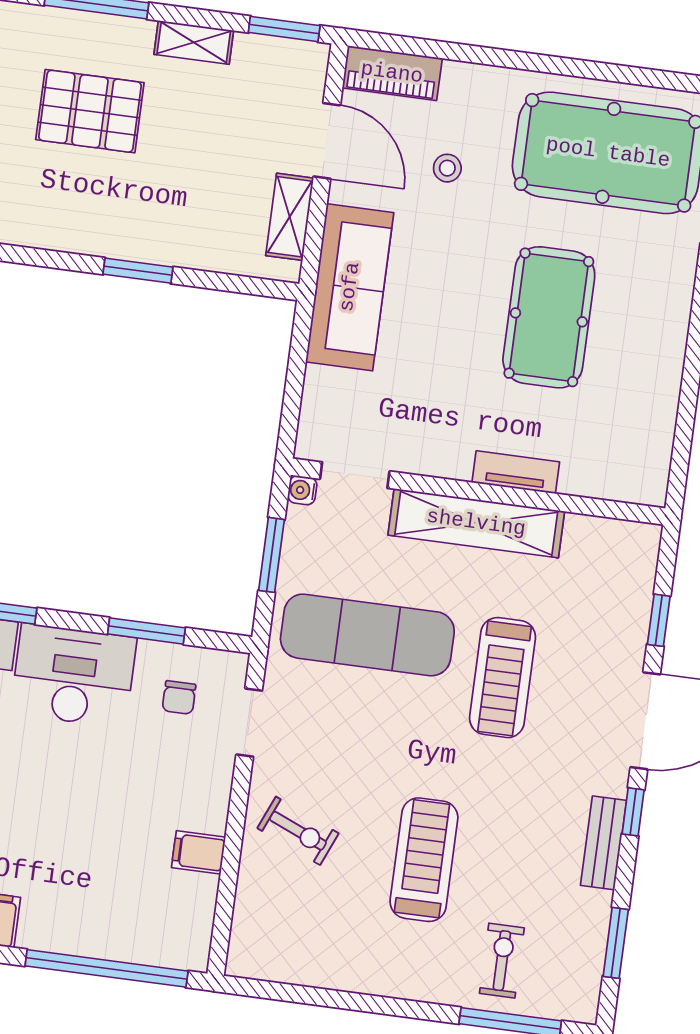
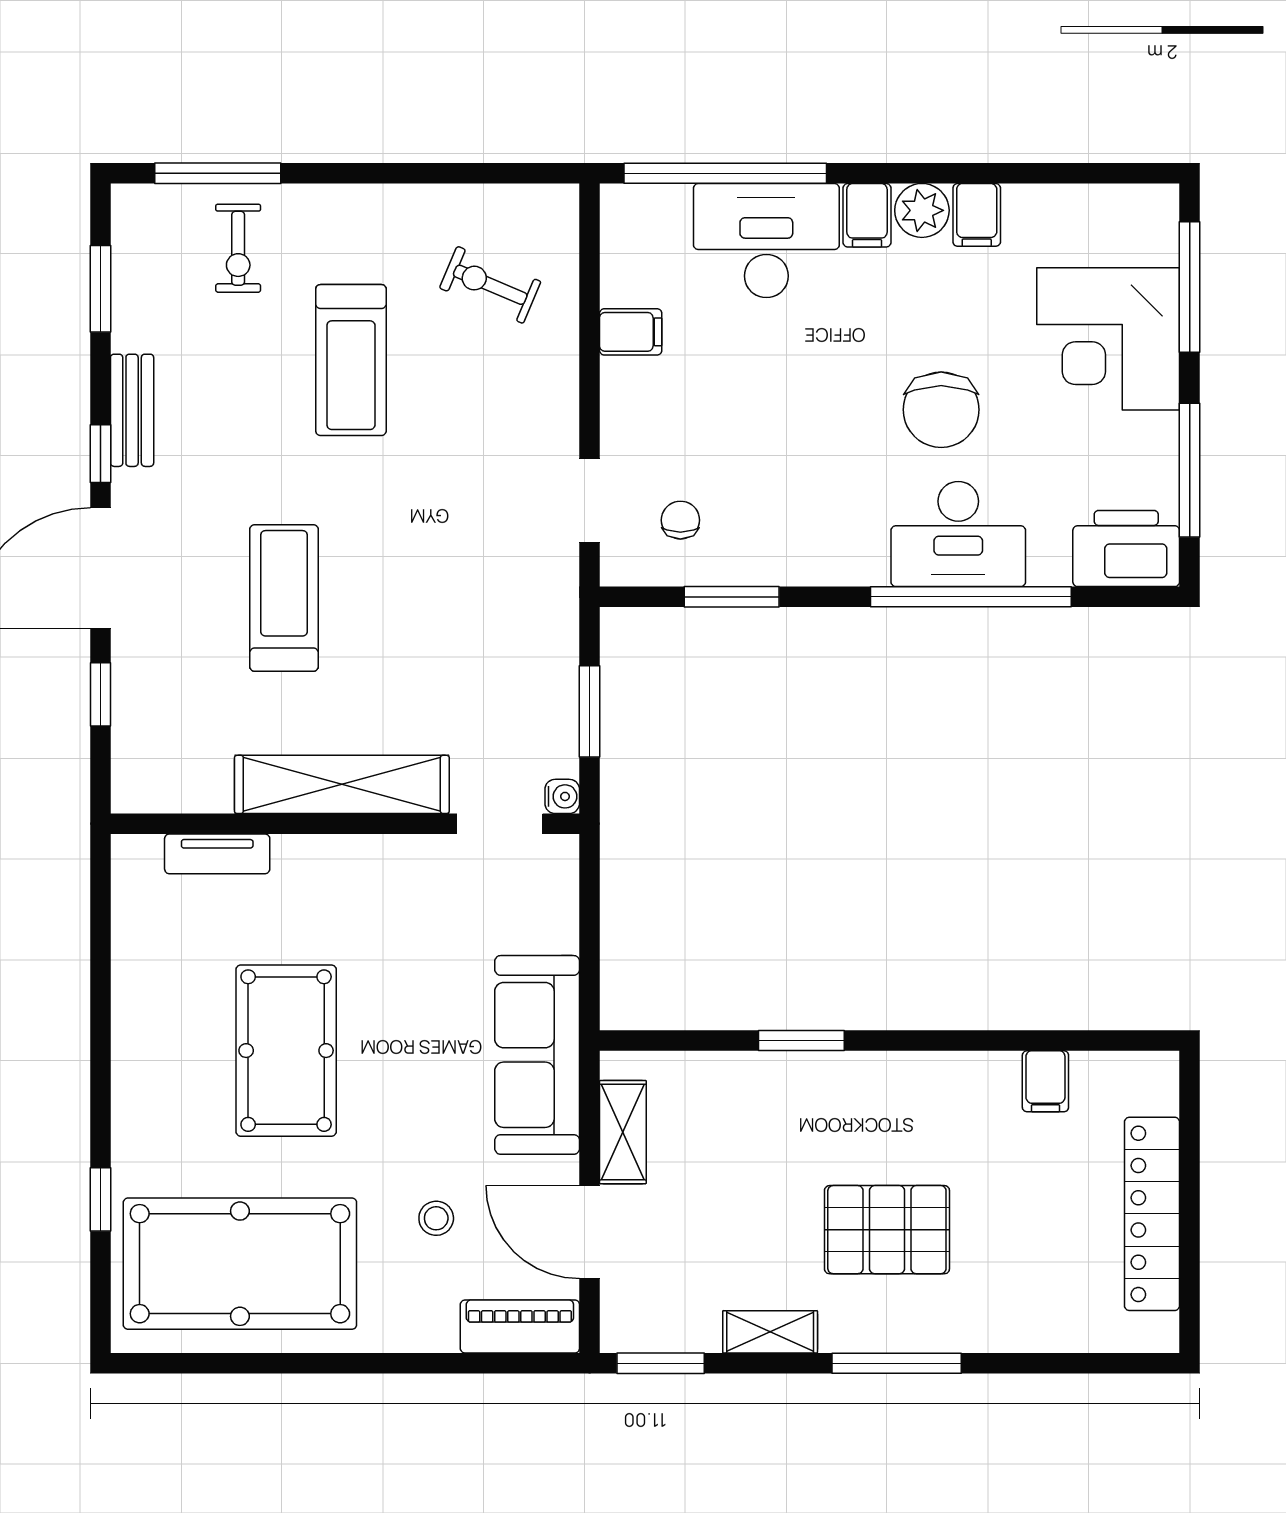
tv unit: (516, 472) -> (217, 854), moved
exercise mat: (367, 635) -> (458, 628), removed
desk: (73, 676) -> (766, 241), moved, turned 180
exercise bike: (298, 831) -> (490, 285), moved

